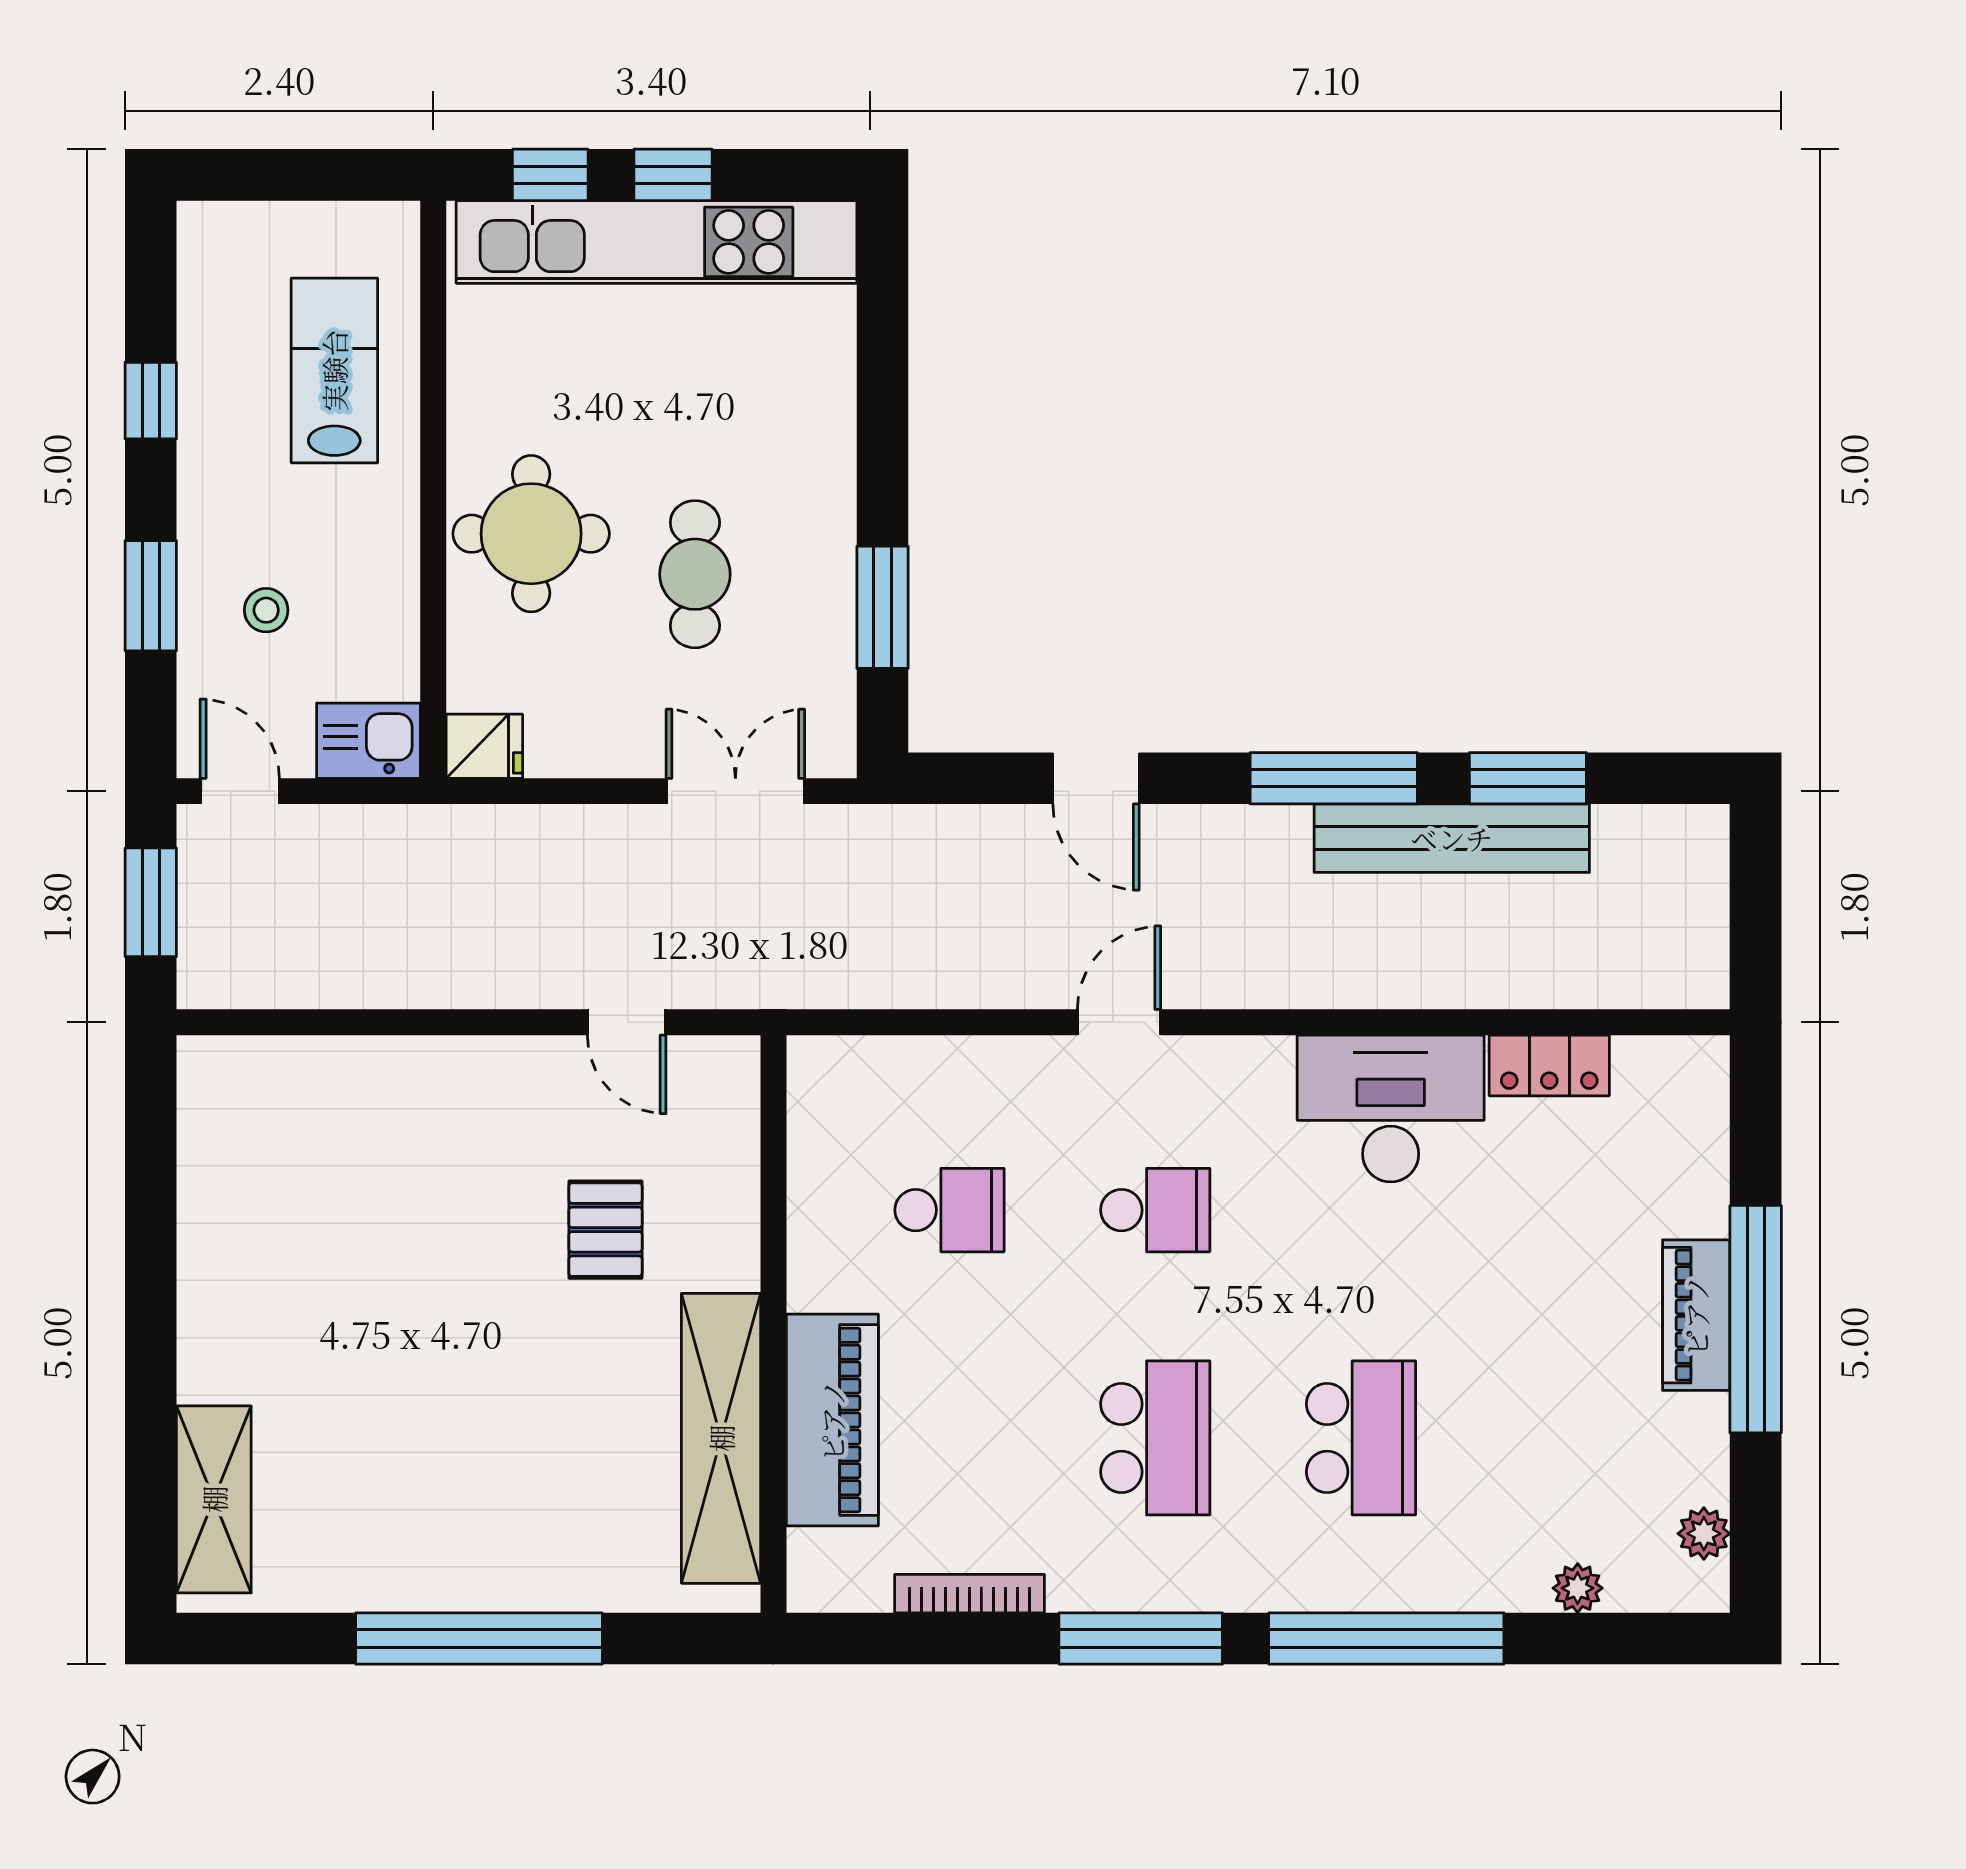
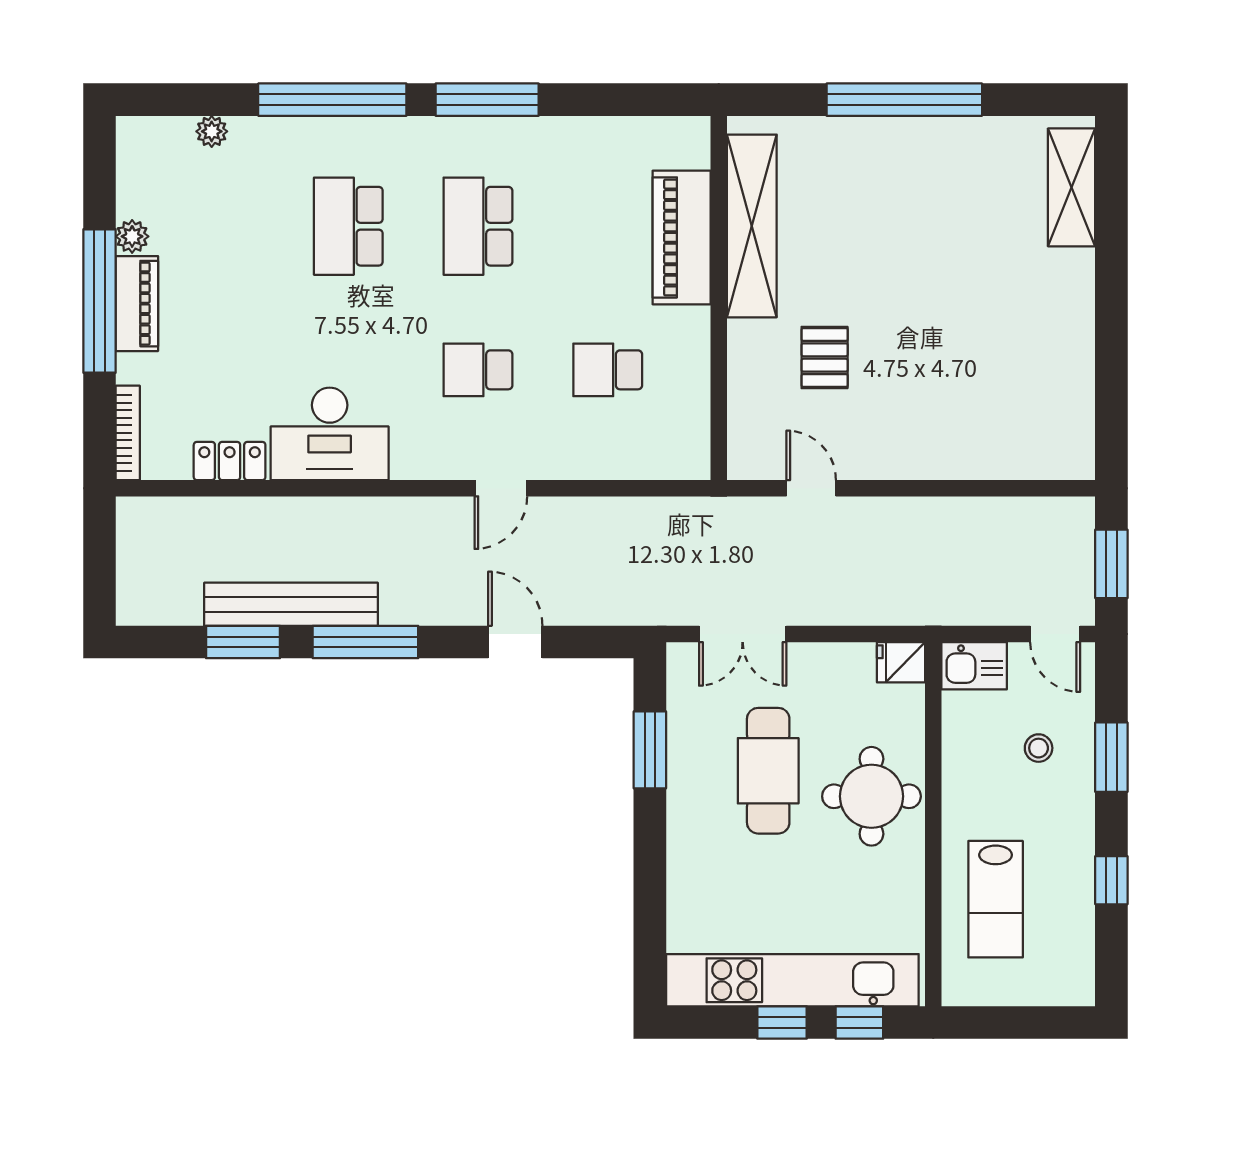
cafe table: (695, 574) -> (768, 771), width x1.37, depth x1.35
plant: (1704, 1534) -> (132, 236), moved
bookcase: (969, 1594) -> (128, 433), moved, turned -90

